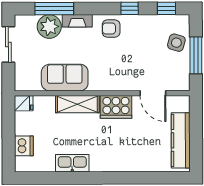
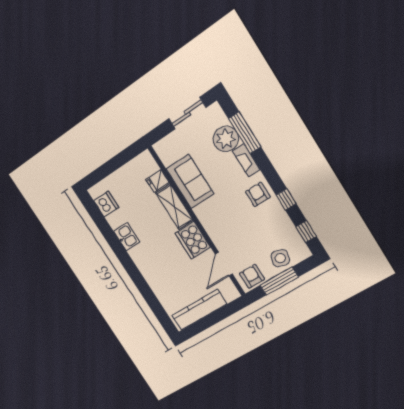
armchair: (178, 76) -> (252, 276), added
fridge: (24, 103) -> (157, 181), moved, turned 90
dishwasher: (24, 146) -> (106, 204), moved, turned -90
kitchen sink: (72, 163) -> (127, 237), width x0.73

